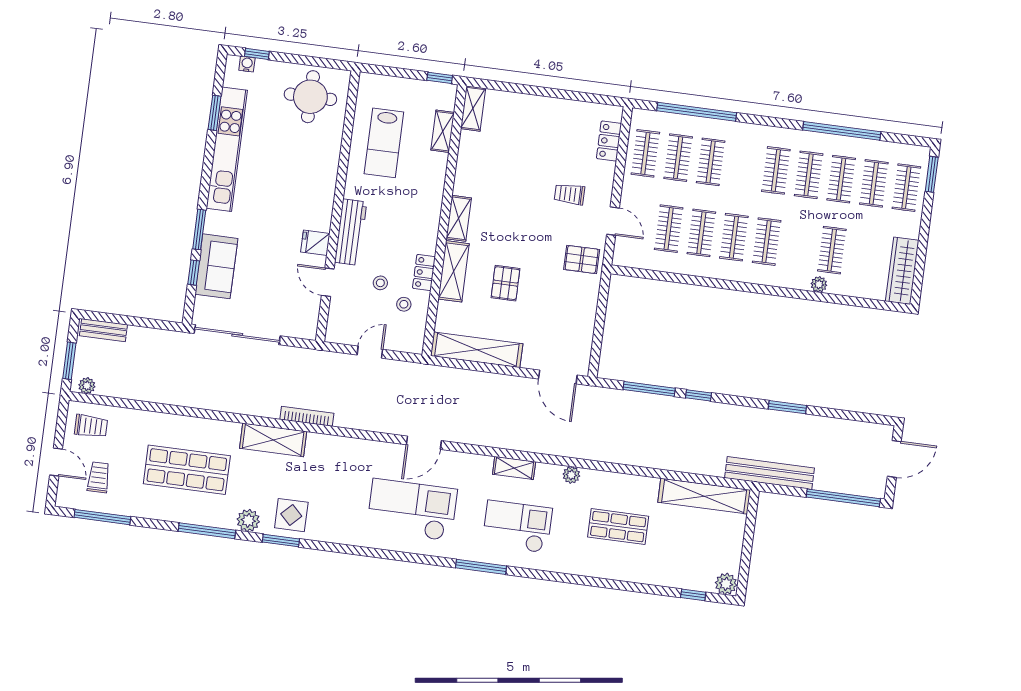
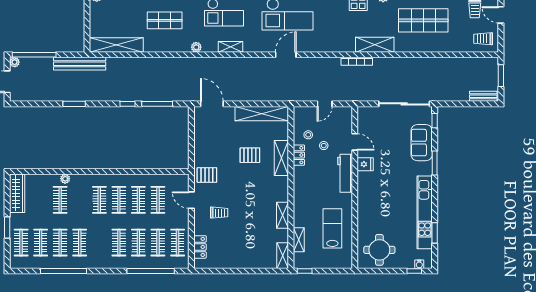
clothes rail: (776, 170) -> (119, 243), moved
window: (932, 174) -> (7, 228), moved
shelving: (459, 218) -> (283, 215), moved
window: (194, 273) -> (435, 121), moved
pallet: (506, 283) -> (250, 155), turned 90
plant: (87, 386) -> (15, 62), moved

